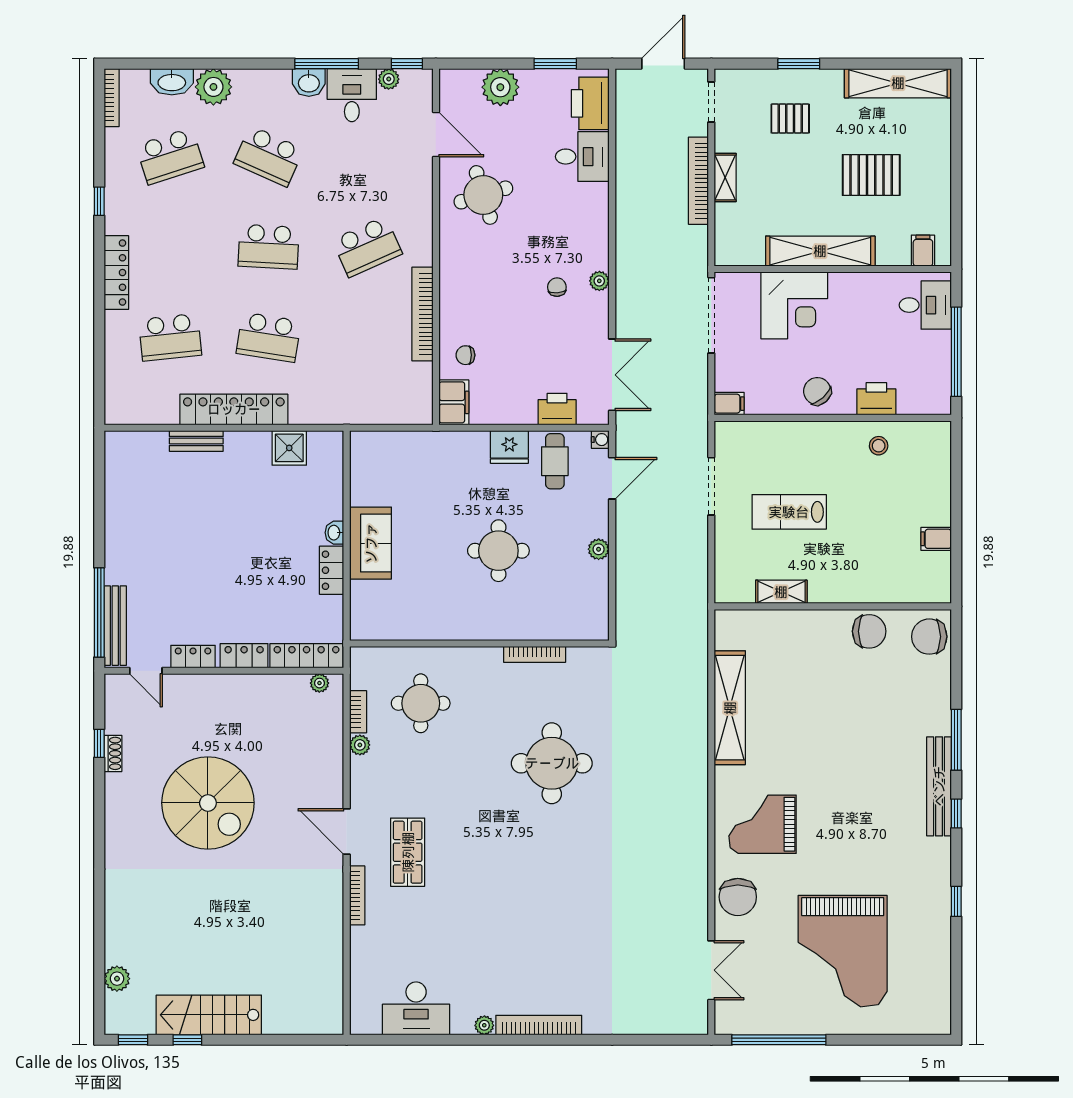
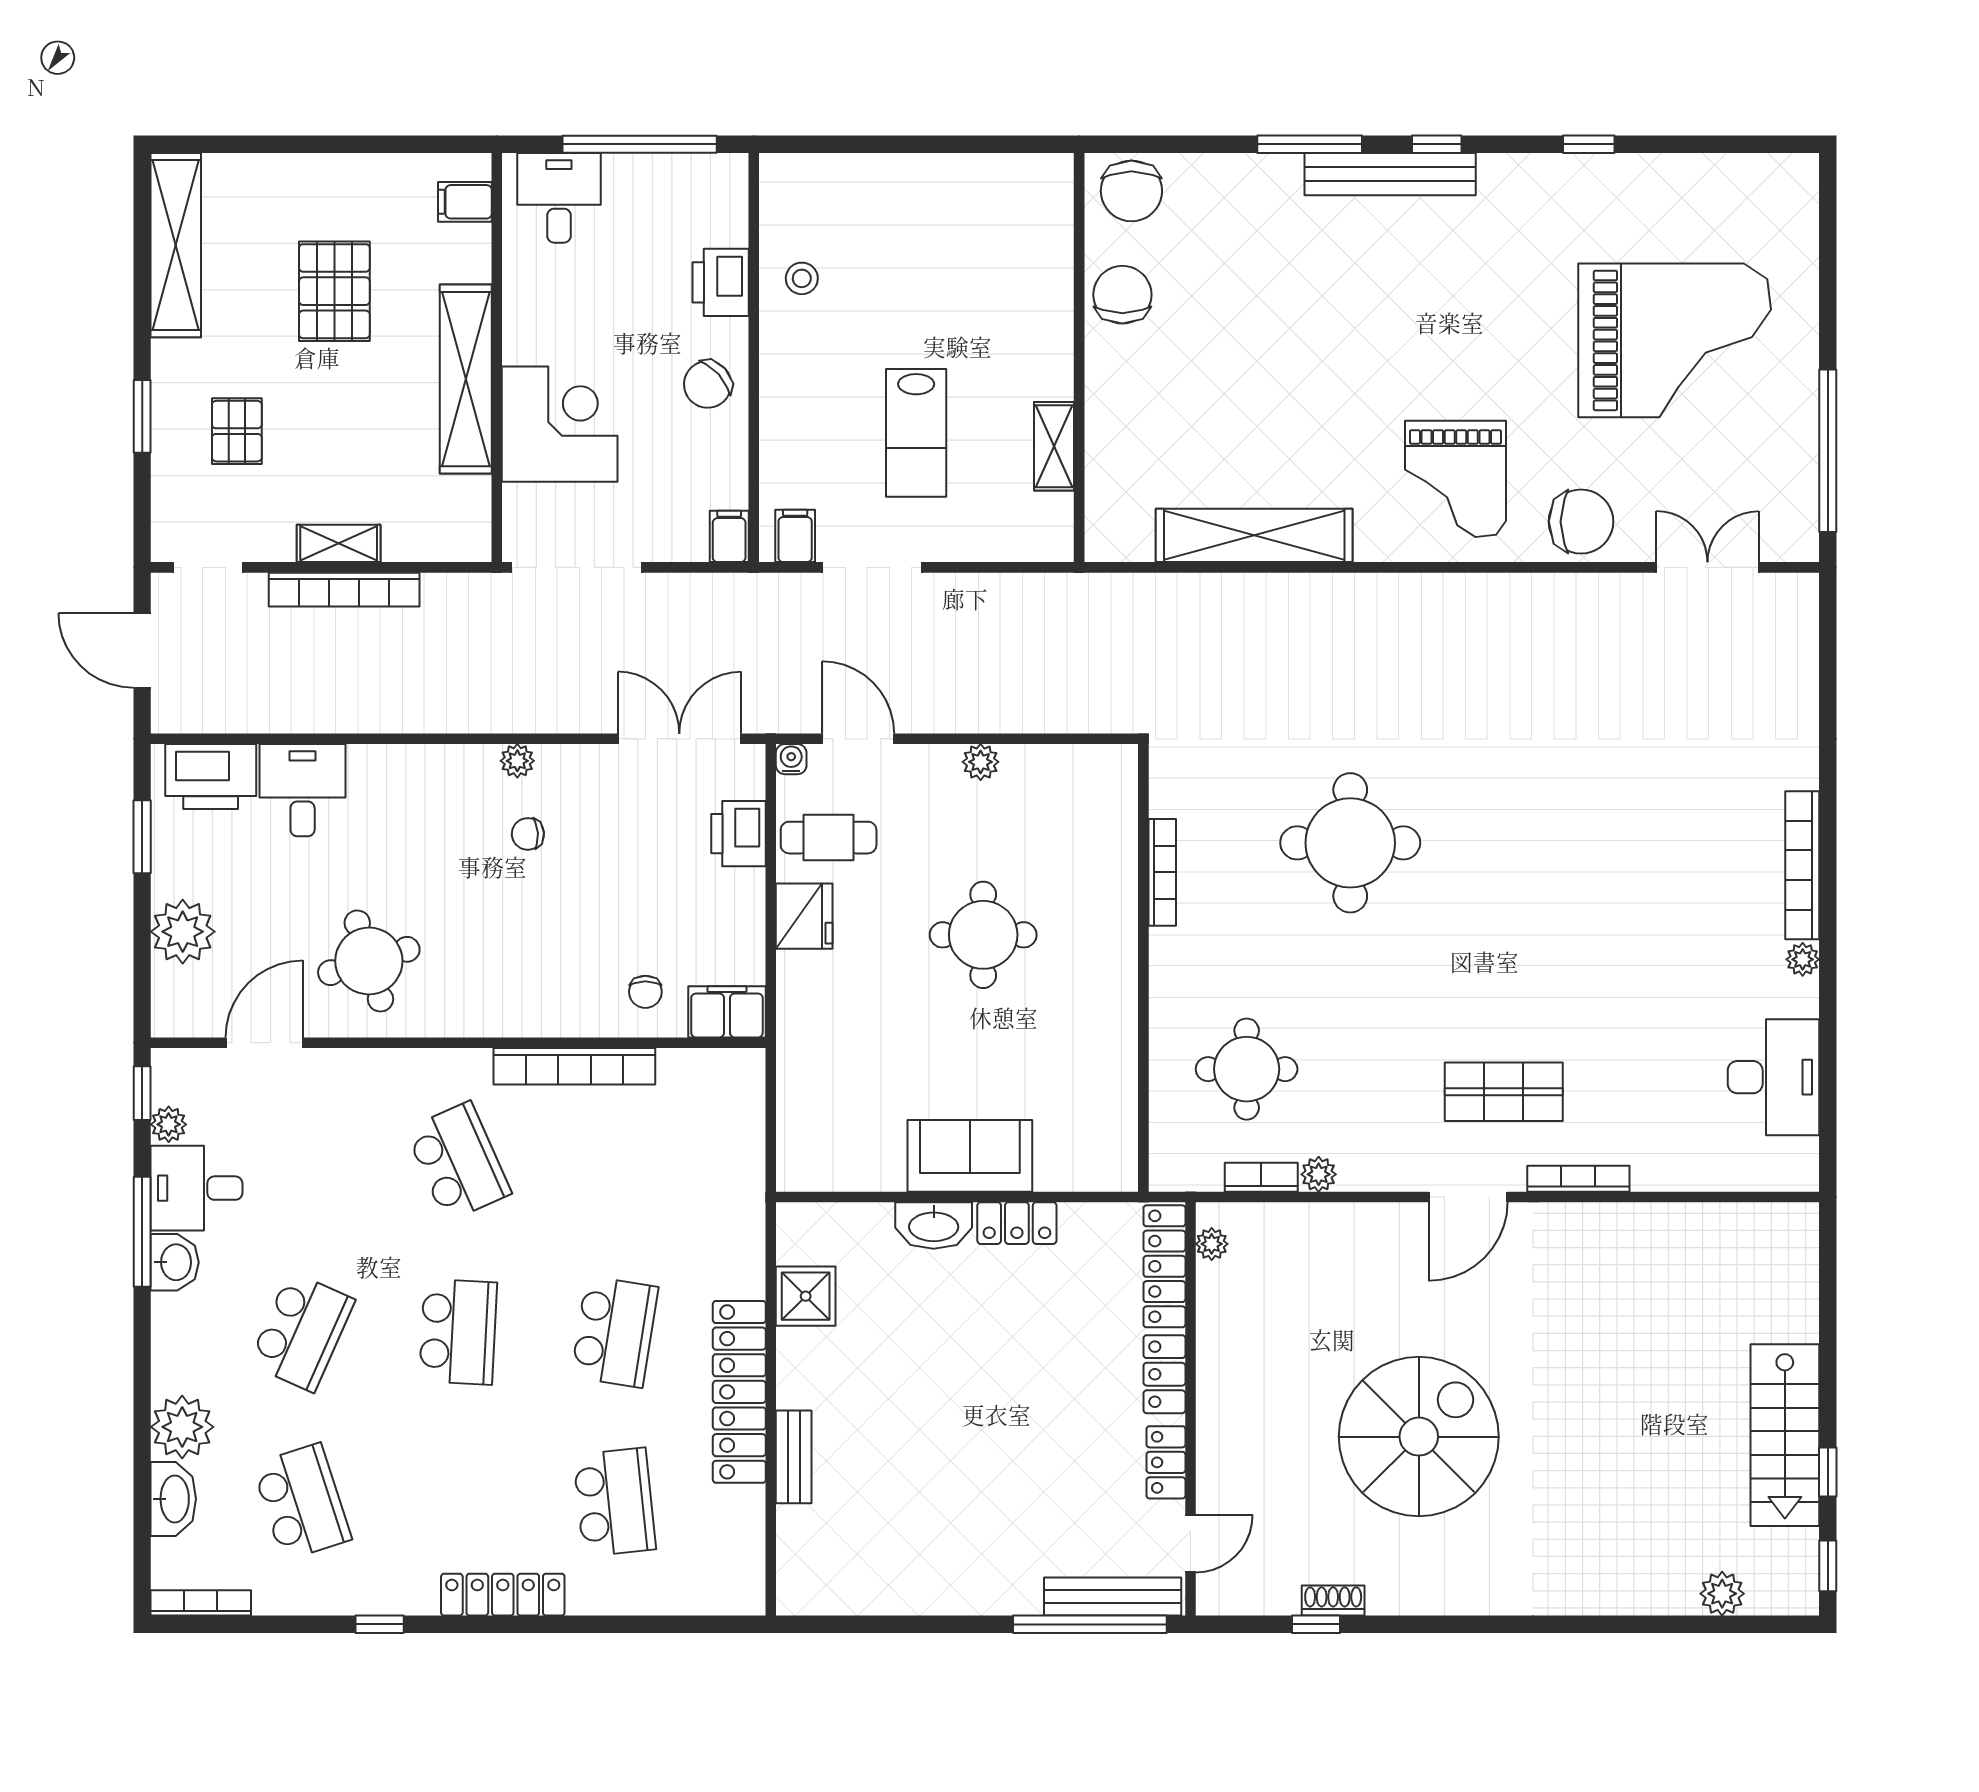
washbasin: (334, 533) -> (934, 1225), width x1.91, depth x1.45
filing cabinet: (936, 539) -> (795, 536), moved, turned 180

